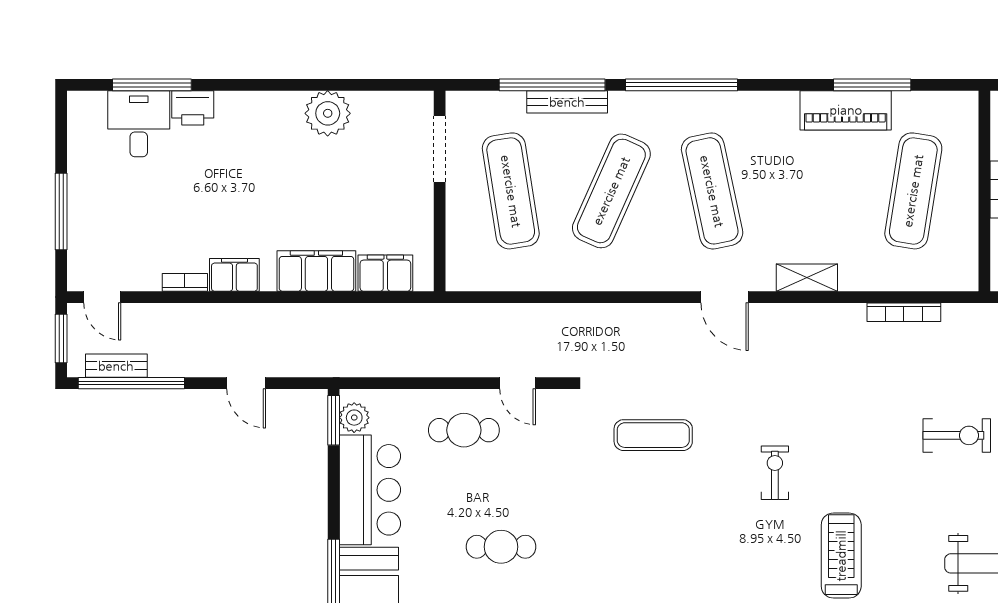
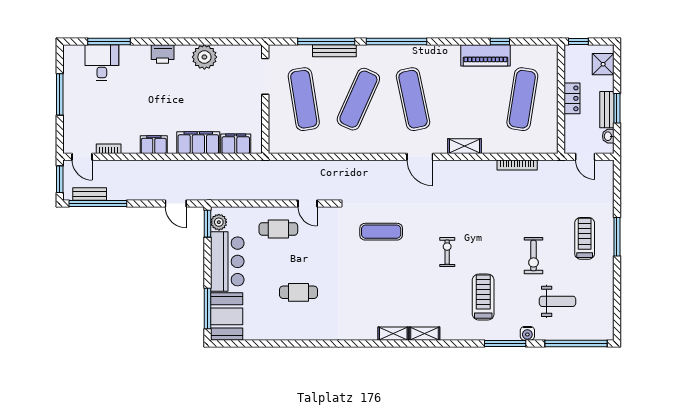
window: (872, 85) -> (500, 42), width x0.46
printer: (193, 108) -> (163, 54), moved
window: (61, 212) -> (60, 94), moved
bookcase: (185, 282) -> (109, 149), moved
door: (246, 383) -> (176, 203), moved
exercise bike: (957, 435) -> (534, 256), moved, turned 90

